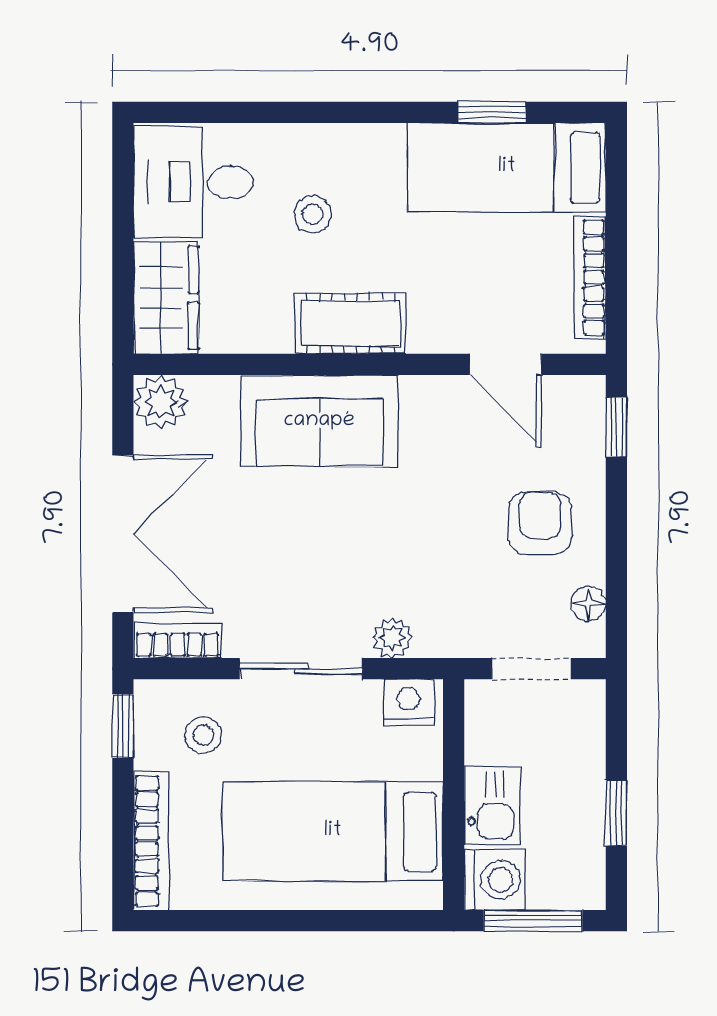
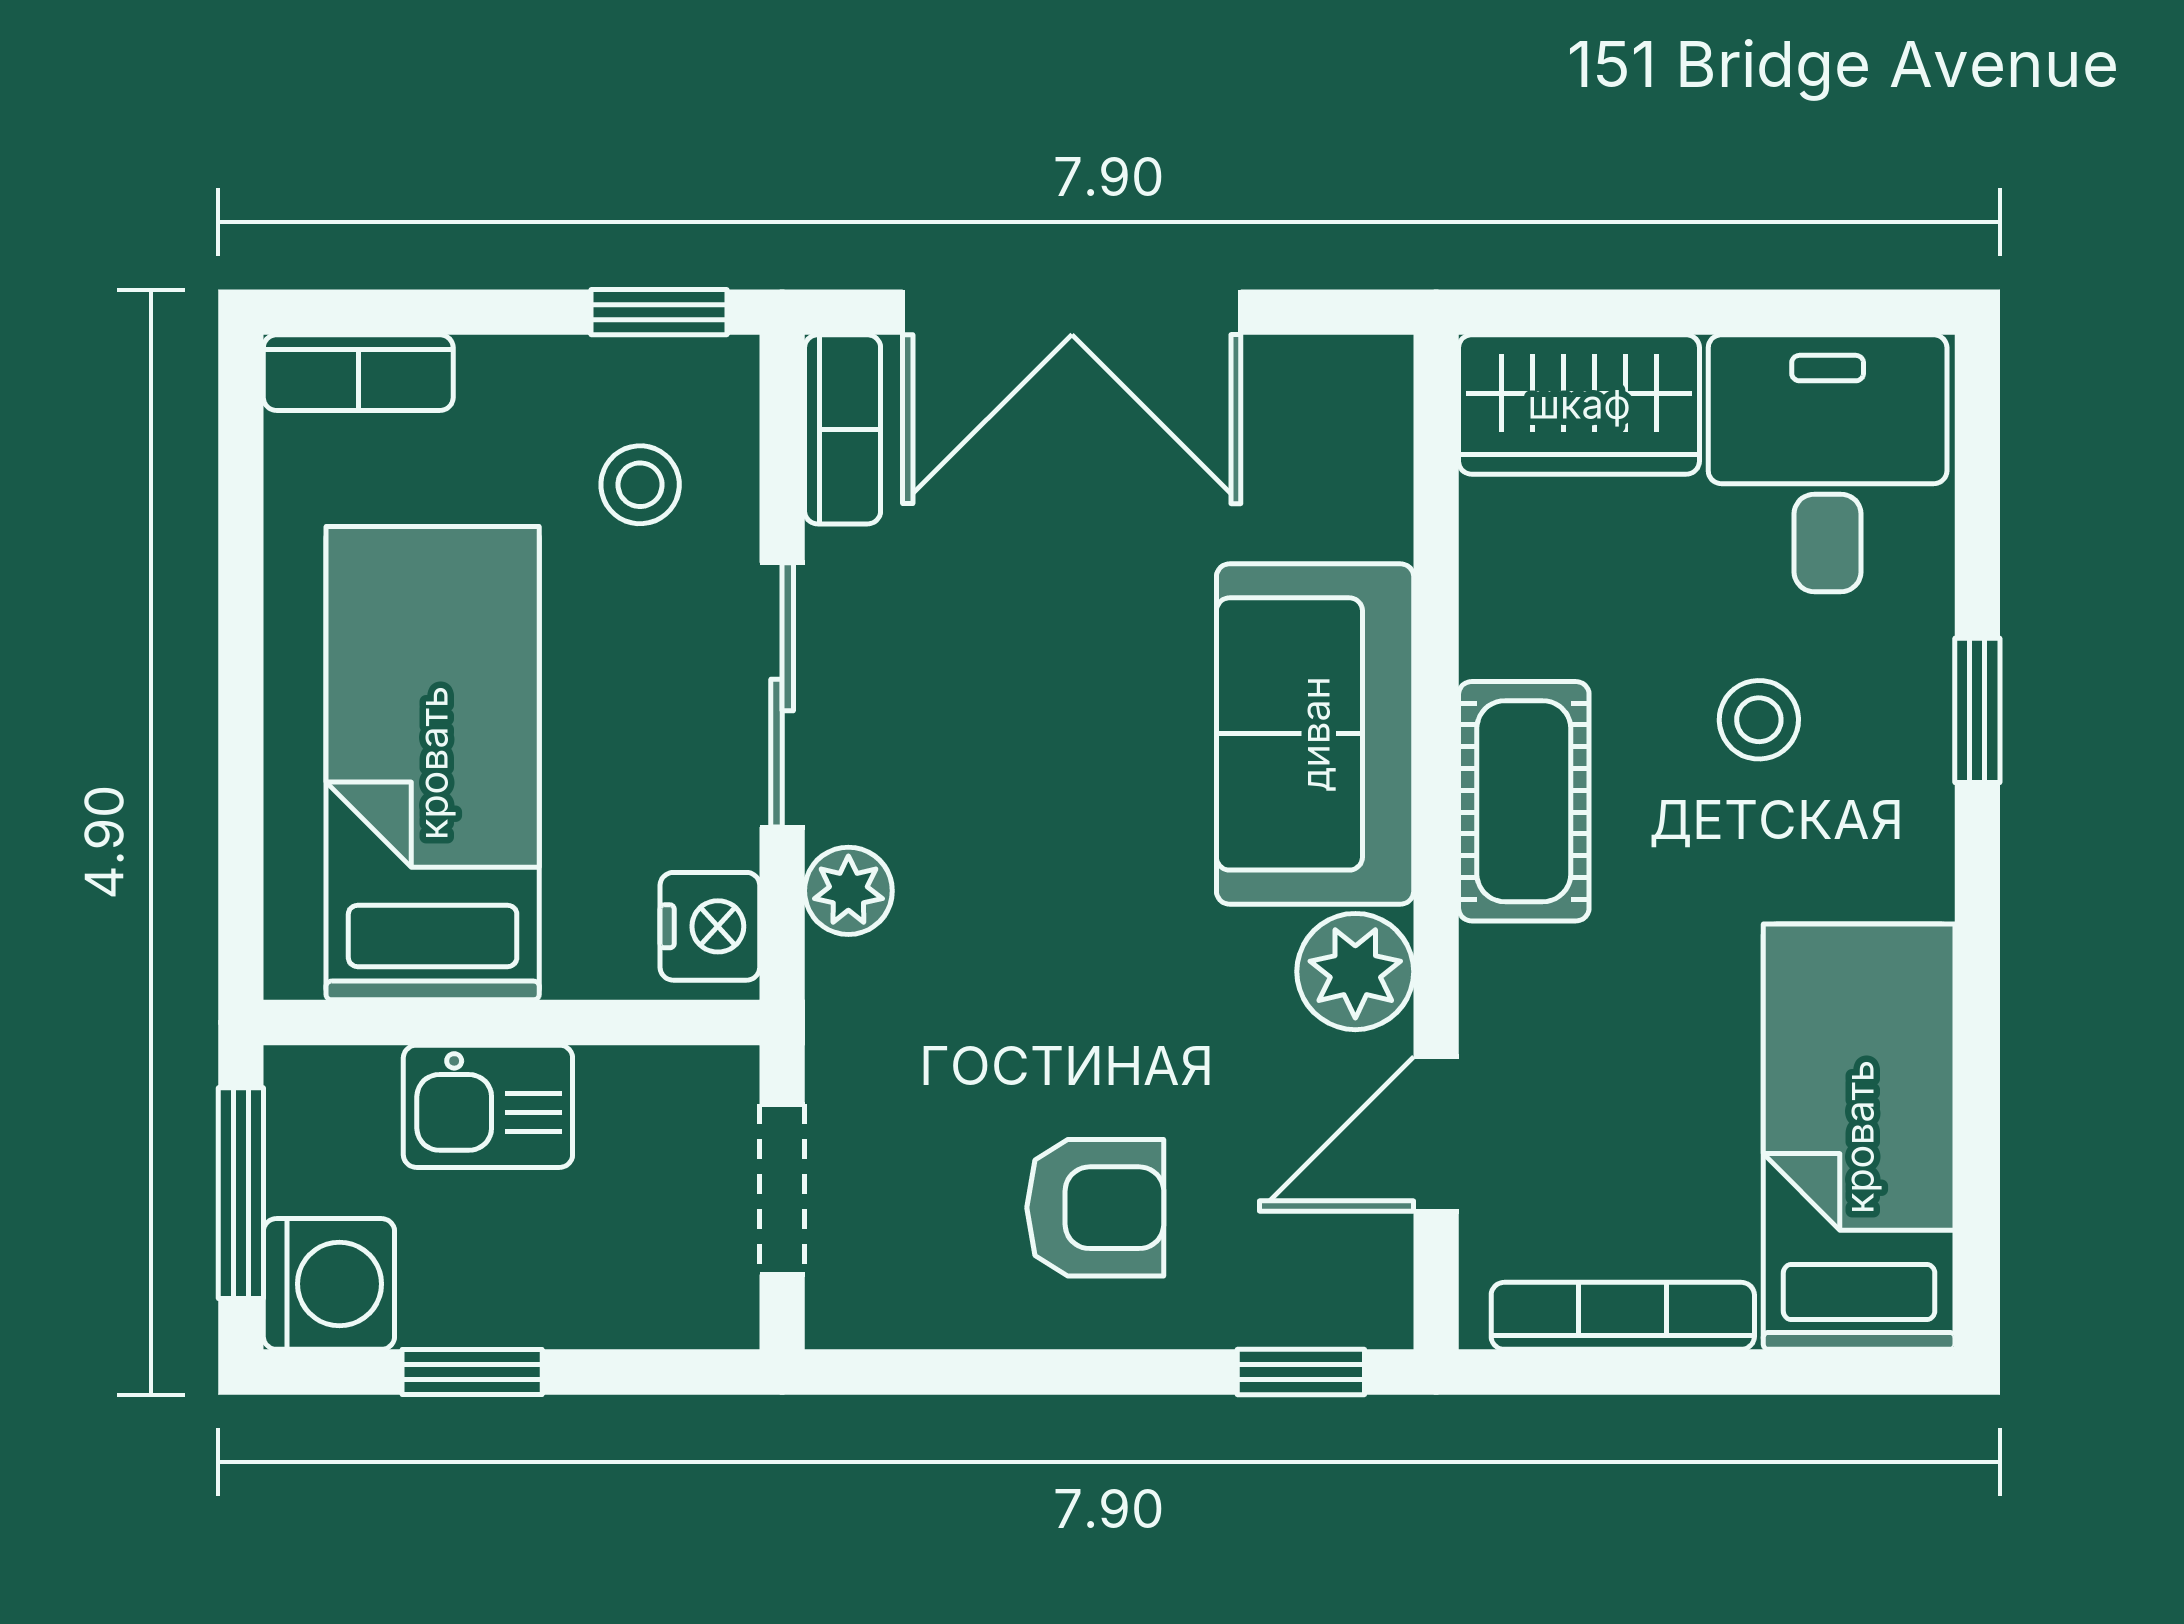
window: (492, 112) -> (1977, 710), moved
plant: (161, 402) -> (1355, 972), moved
floor lamp: (588, 603) -> (923, 1312), removed
bookcase: (151, 841) -> (358, 373), width x0.64
washing machine: (495, 880) -> (329, 1284), moved, turned -90

